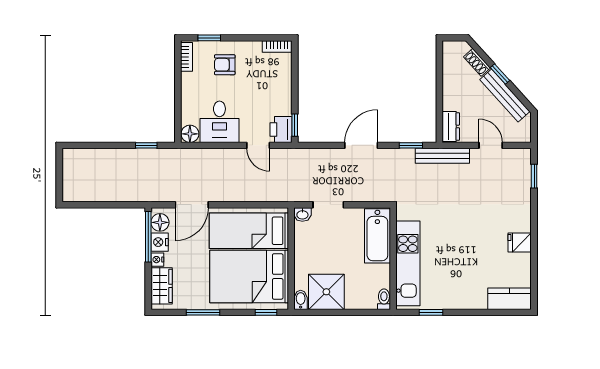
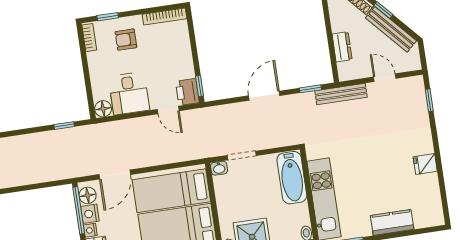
bookcase: (277, 47) -> (164, 16), width x1.56
dresser: (451, 126) -> (342, 47), moved
kitchen counter: (510, 299) -> (392, 222), moved

